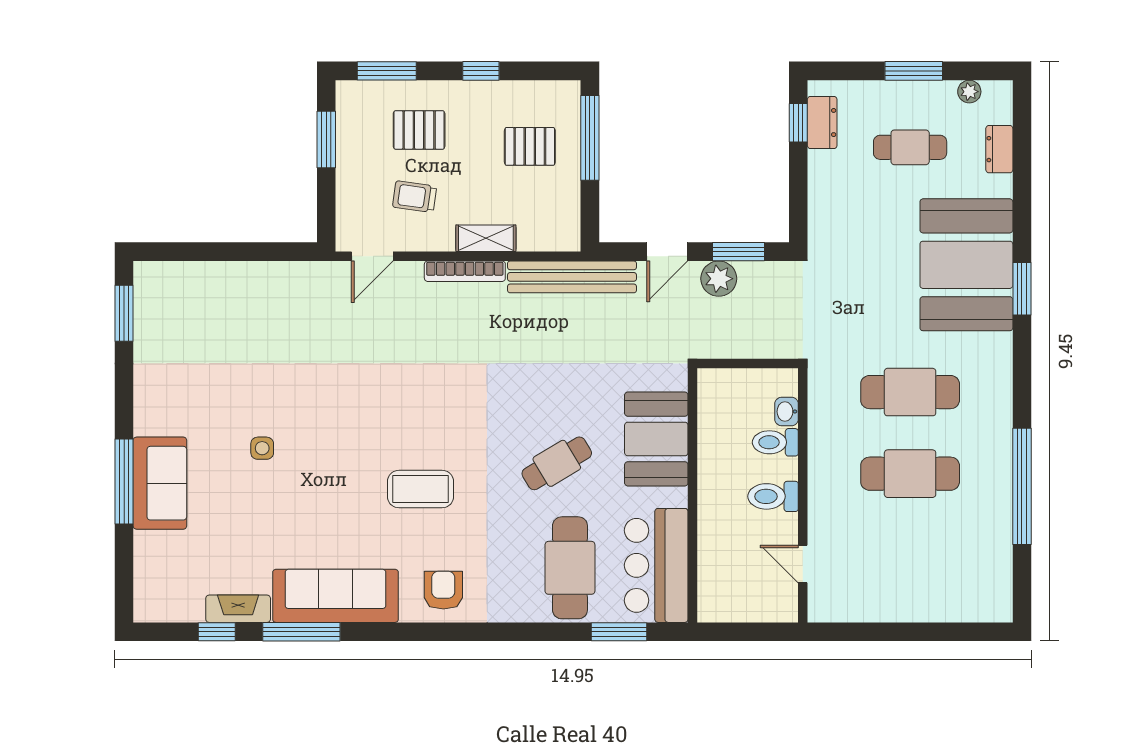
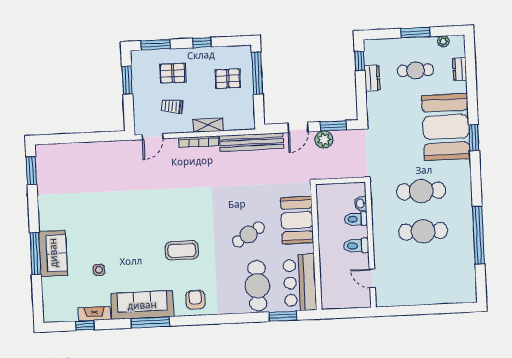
dresser: (822, 123) -> (372, 78), moved
side table: (262, 448) -> (99, 270), moved
window: (301, 632) -> (150, 322), moved

